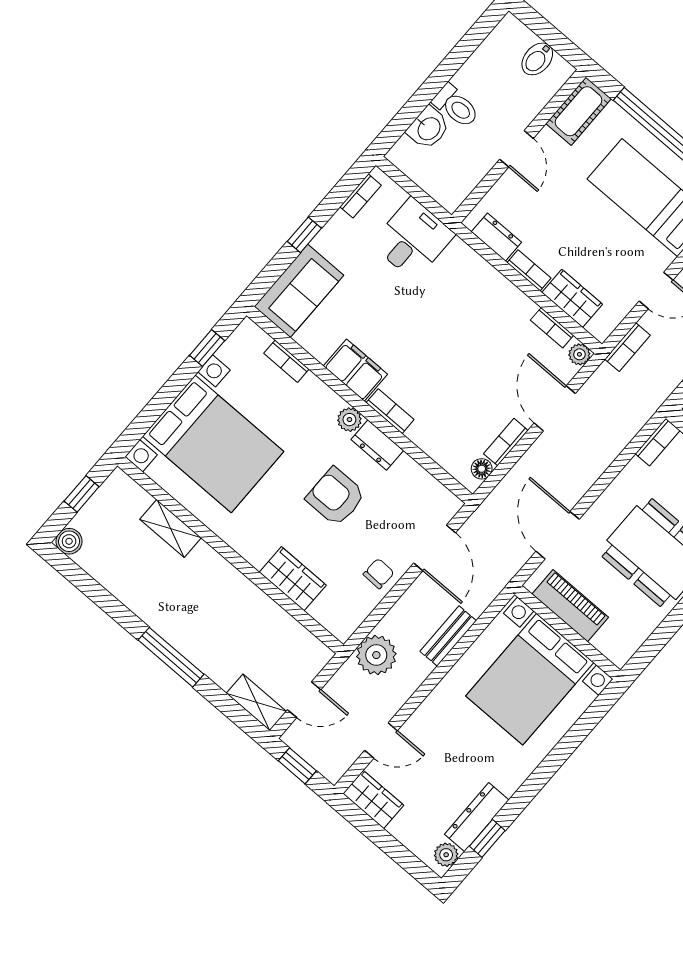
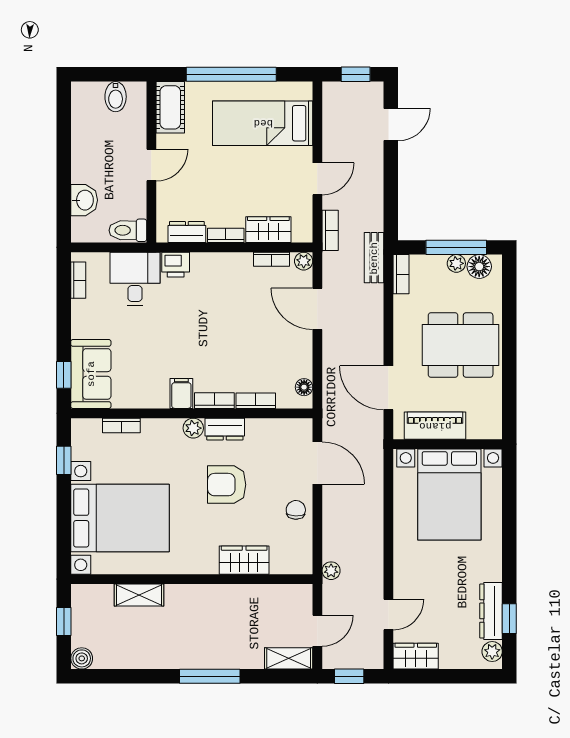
toilet: (456, 106) -> (128, 230), moved, turned 180
door: (517, 149) -> (151, 165), hinge flipped
window: (304, 235) -> (64, 375), moved
printer: (461, 258) -> (176, 265), added
filing cabinet: (355, 370) -> (181, 393), width x0.50
bookcase: (506, 442) -> (256, 401), moved, turned 90
bench: (448, 636) -> (374, 258), moved
plant: (376, 655) -> (331, 571), width x0.53, depth x0.53

